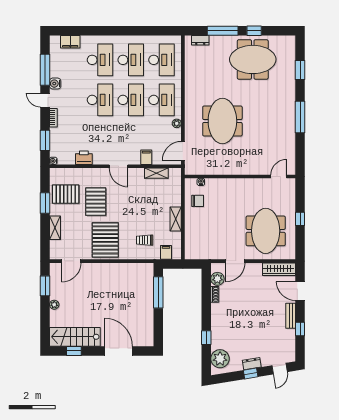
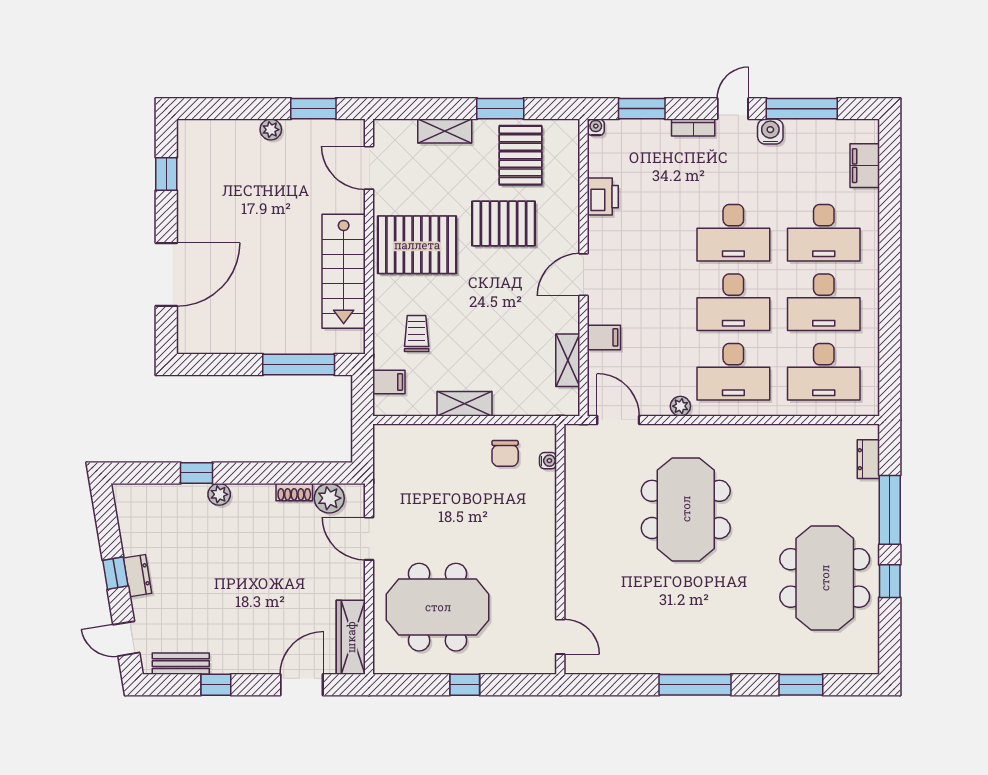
meeting table: (222, 121) -> (686, 509), turned 90
bench: (291, 316) -> (181, 664), moved
stairs: (75, 337) -> (344, 271), moved, turned 180
plant: (220, 359) -> (219, 494), moved, width x0.53, depth x0.53

